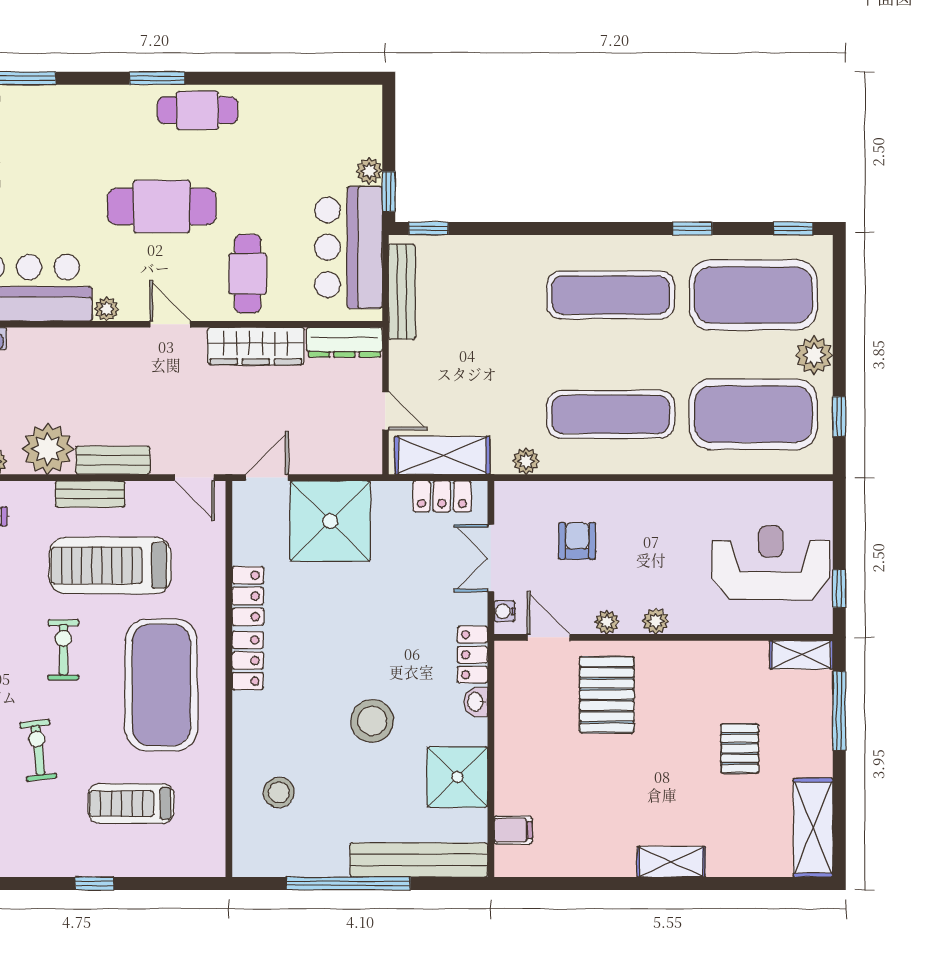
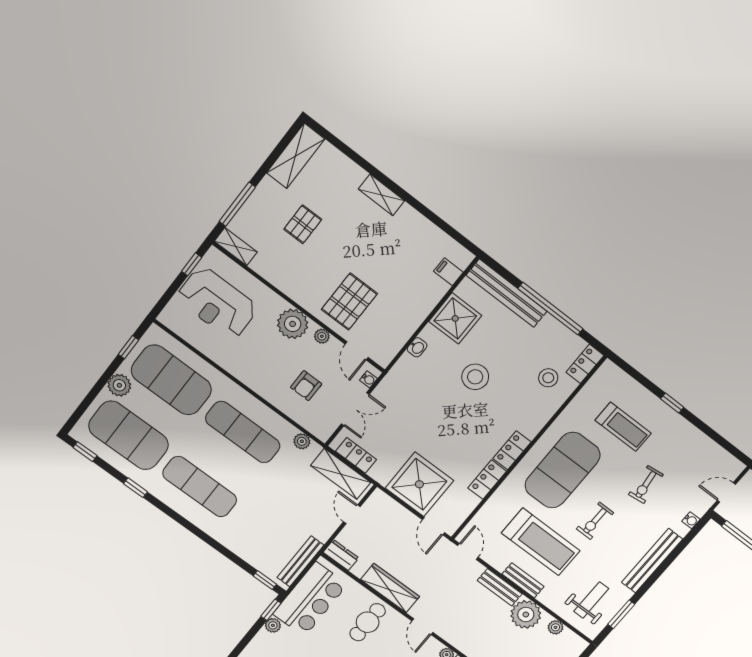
dresser: (344, 342) -> (341, 555), width x0.70
door: (267, 478) -> (433, 526), hinge flipped
plant: (656, 621) -> (293, 324), width x1.88, depth x1.88
locker: (473, 655) -> (585, 364), moved, turned 180

